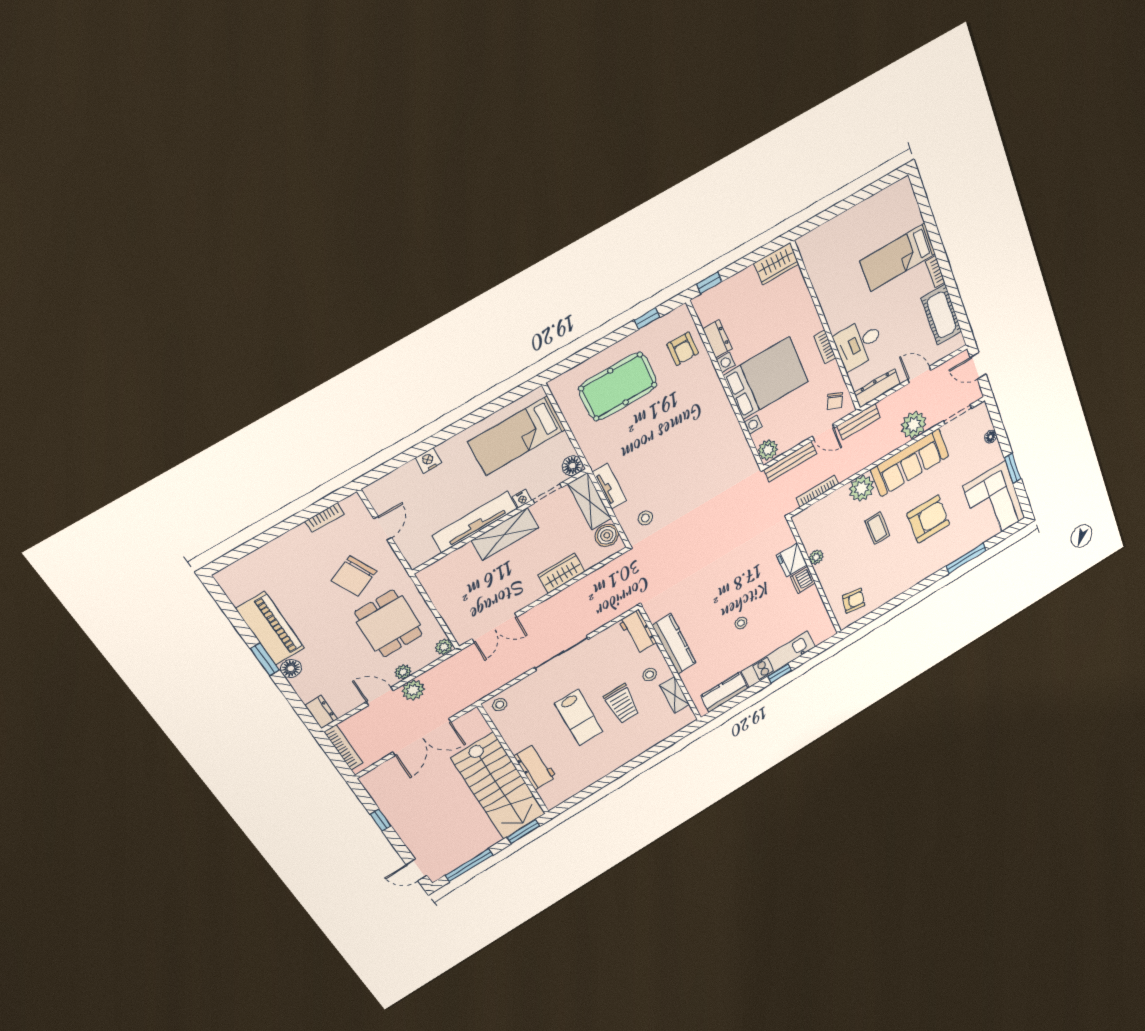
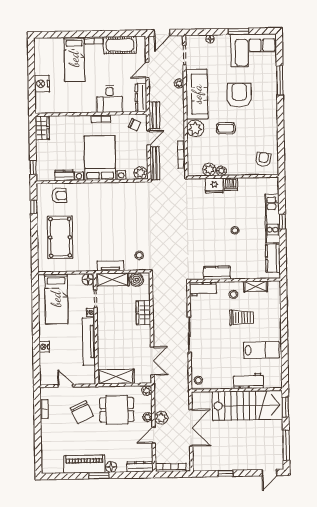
nightstand: (844, 226) -> (42, 84), added
plant: (914, 425) -> (179, 84), width x0.53, depth x0.53
shelving: (505, 534) -> (116, 377), moved, turned 90
plant: (812, 540) -> (209, 169), added
kitchen counter: (674, 644) -> (217, 273), width x0.67
dresser: (321, 712) -> (140, 467), width x1.44
lab bench: (579, 718) -> (261, 350), moved

